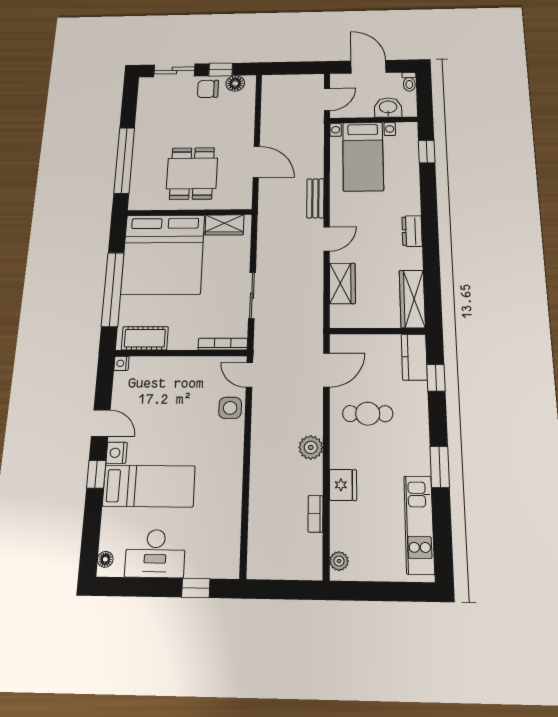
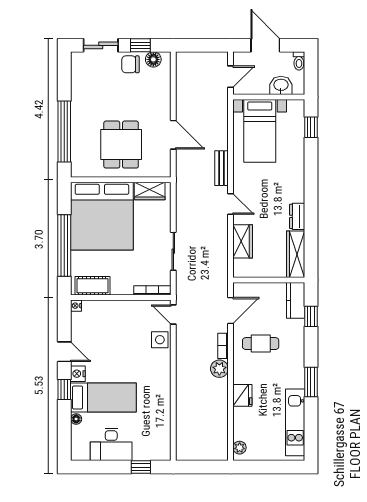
dresser: (412, 231) -> (297, 216), moved
door: (327, 239) -> (231, 204), hinge flipped
bookcase: (315, 514) -> (223, 346), moved
floor lamp: (105, 559) -> (76, 419), moved

